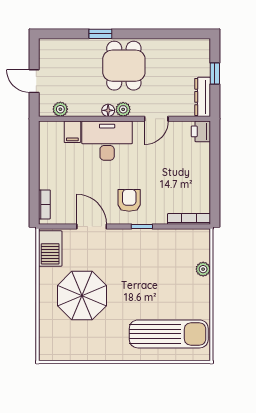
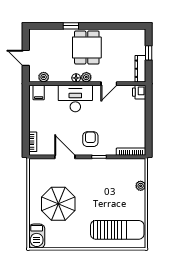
filing cabinet: (72, 132) -> (39, 92), moved
barbecue: (50, 249) -> (37, 236), moved

